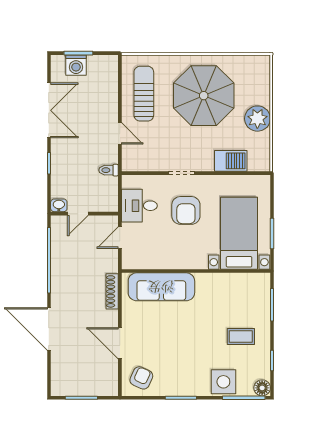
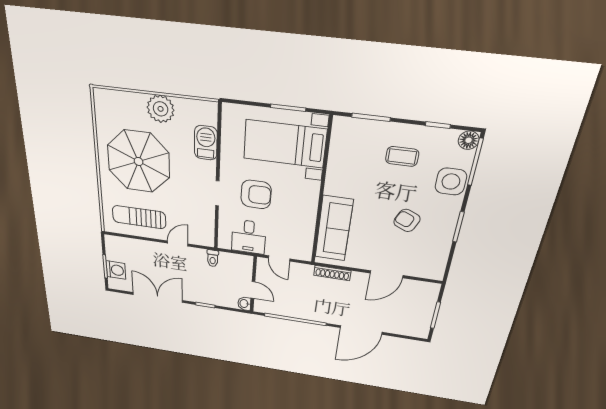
coffee table: (241, 337) -> (402, 156), turned 90
armchair: (141, 378) -> (407, 220), moved

